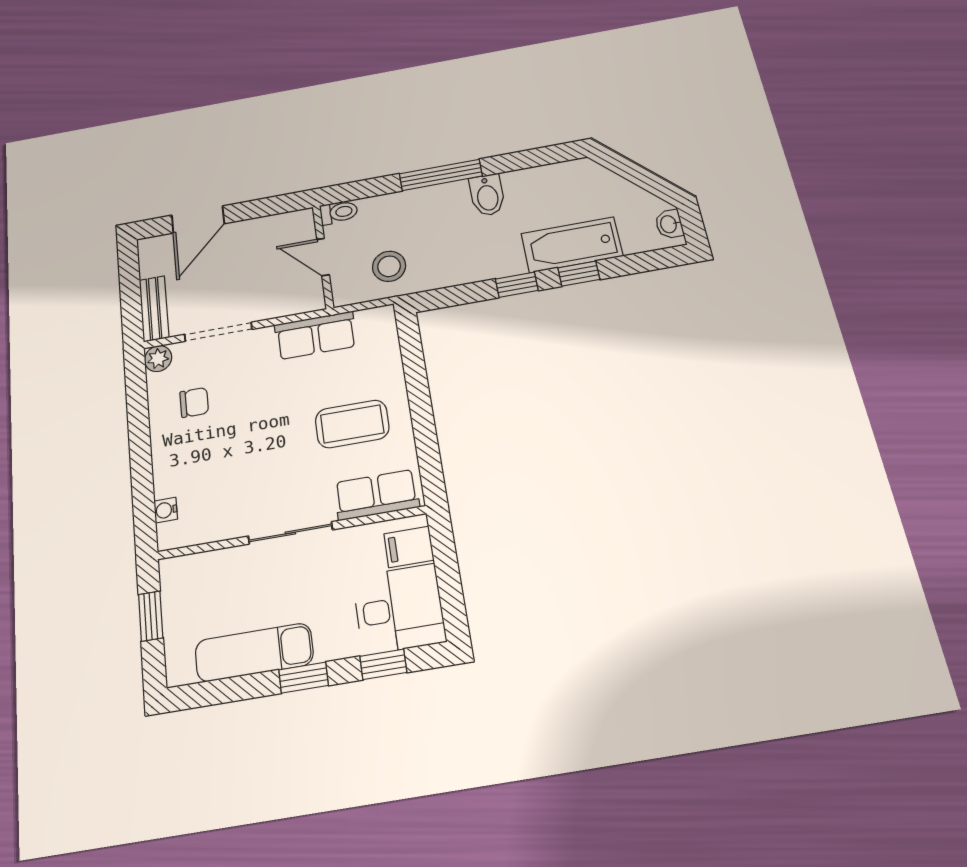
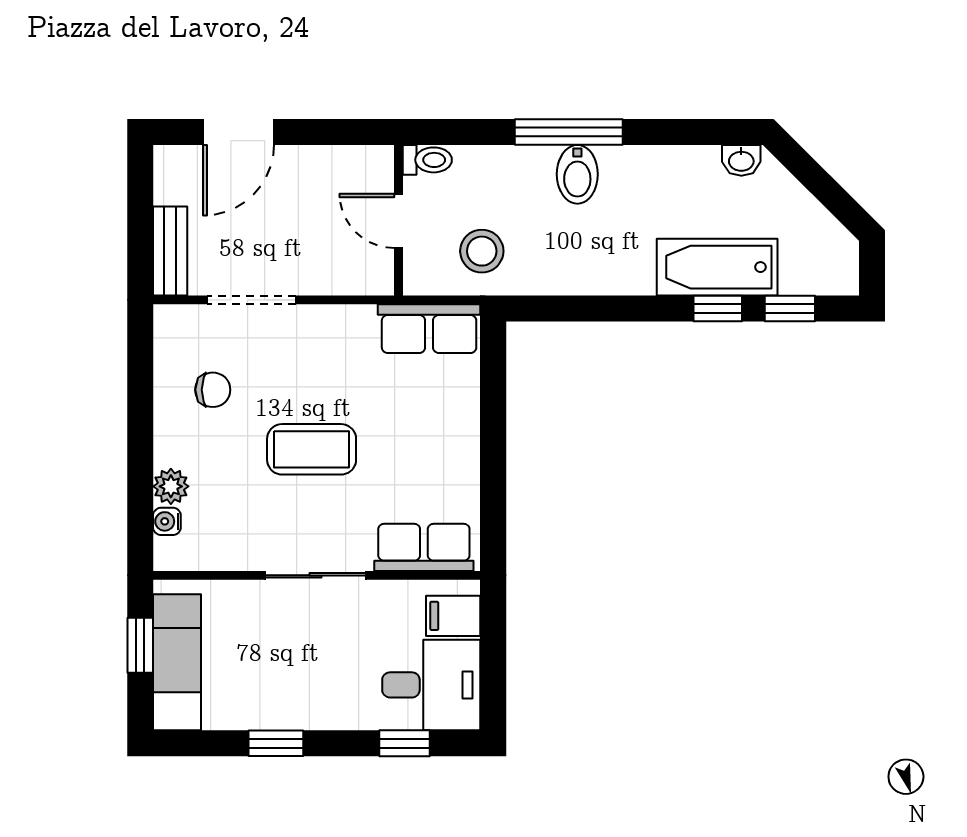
bidet: (487, 195) -> (577, 174), moved
washbasin: (669, 224) -> (741, 160), moved, turned -90
window: (517, 285) -> (790, 308), moved
row of seats: (316, 335) -> (429, 329), moved
plant: (158, 359) -> (171, 486), moved
coffee table: (352, 424) -> (312, 449), moved
exam couch: (254, 652) -> (177, 662), moved, turned 90
window: (304, 678) -> (276, 743), moved

